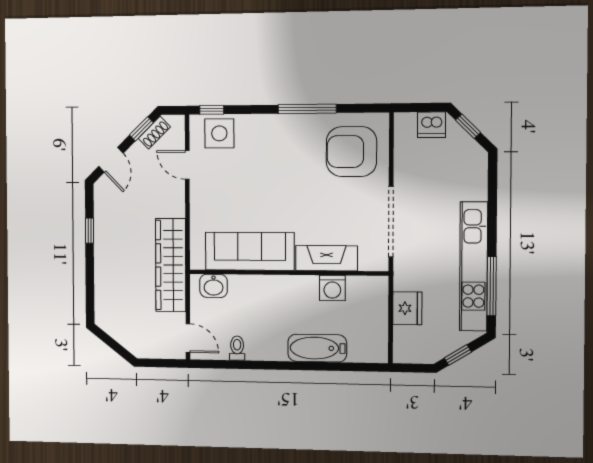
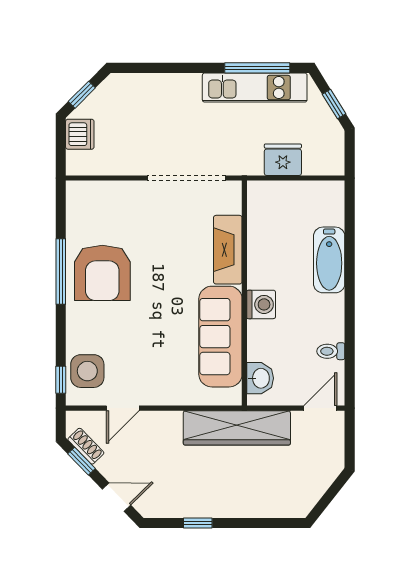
armchair: (351, 152) -> (102, 273), moved
kitchen unit: (474, 266) -> (255, 88), width x0.73
washing machine: (332, 288) -> (261, 304), moved

